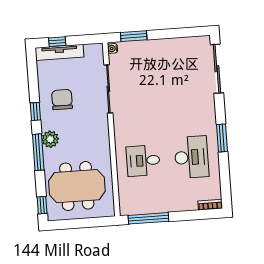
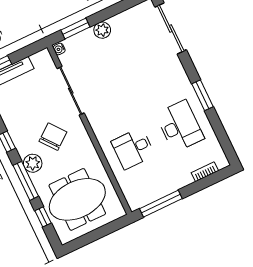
plant: (157, 47) -> (102, 30), added
chair: (62, 100) -> (53, 137), moved, turned 52
window: (42, 205) -> (43, 217), moved
bookcase: (210, 205) -> (205, 172), moved

